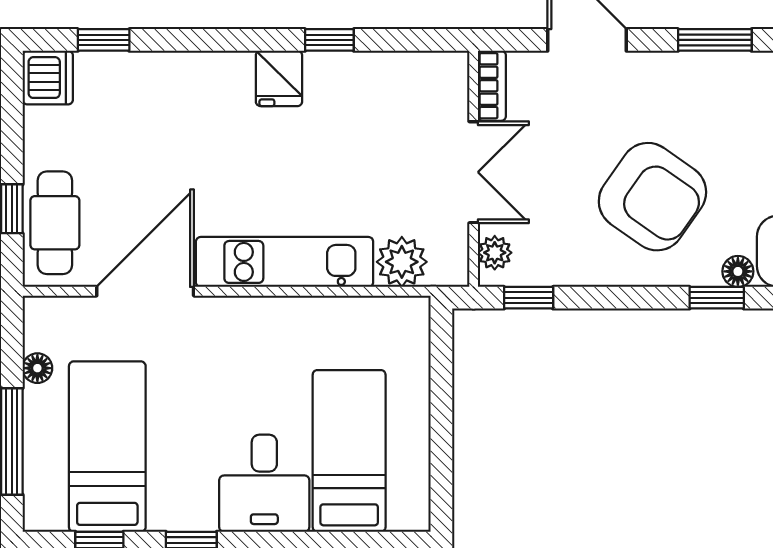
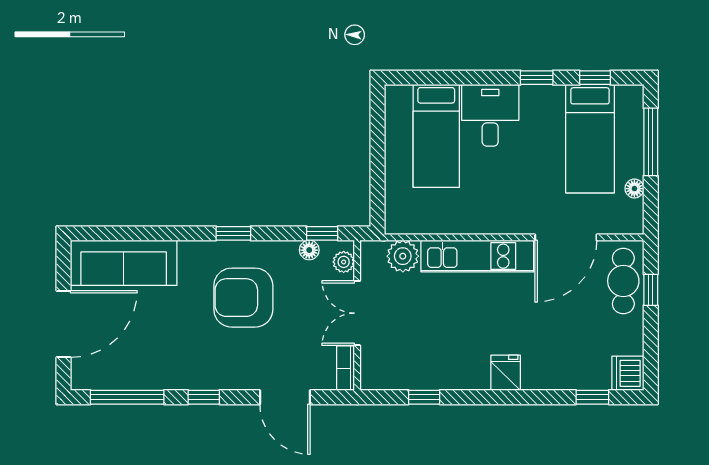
window: (329, 40) -> (424, 397), moved
window: (715, 40) -> (204, 397), width x0.67
fridge: (279, 78) -> (506, 373), moved
armchair: (652, 197) -> (243, 298), turned -35
floor lamp: (738, 271) -> (309, 250), moved
window: (717, 298) -> (233, 233), moved

